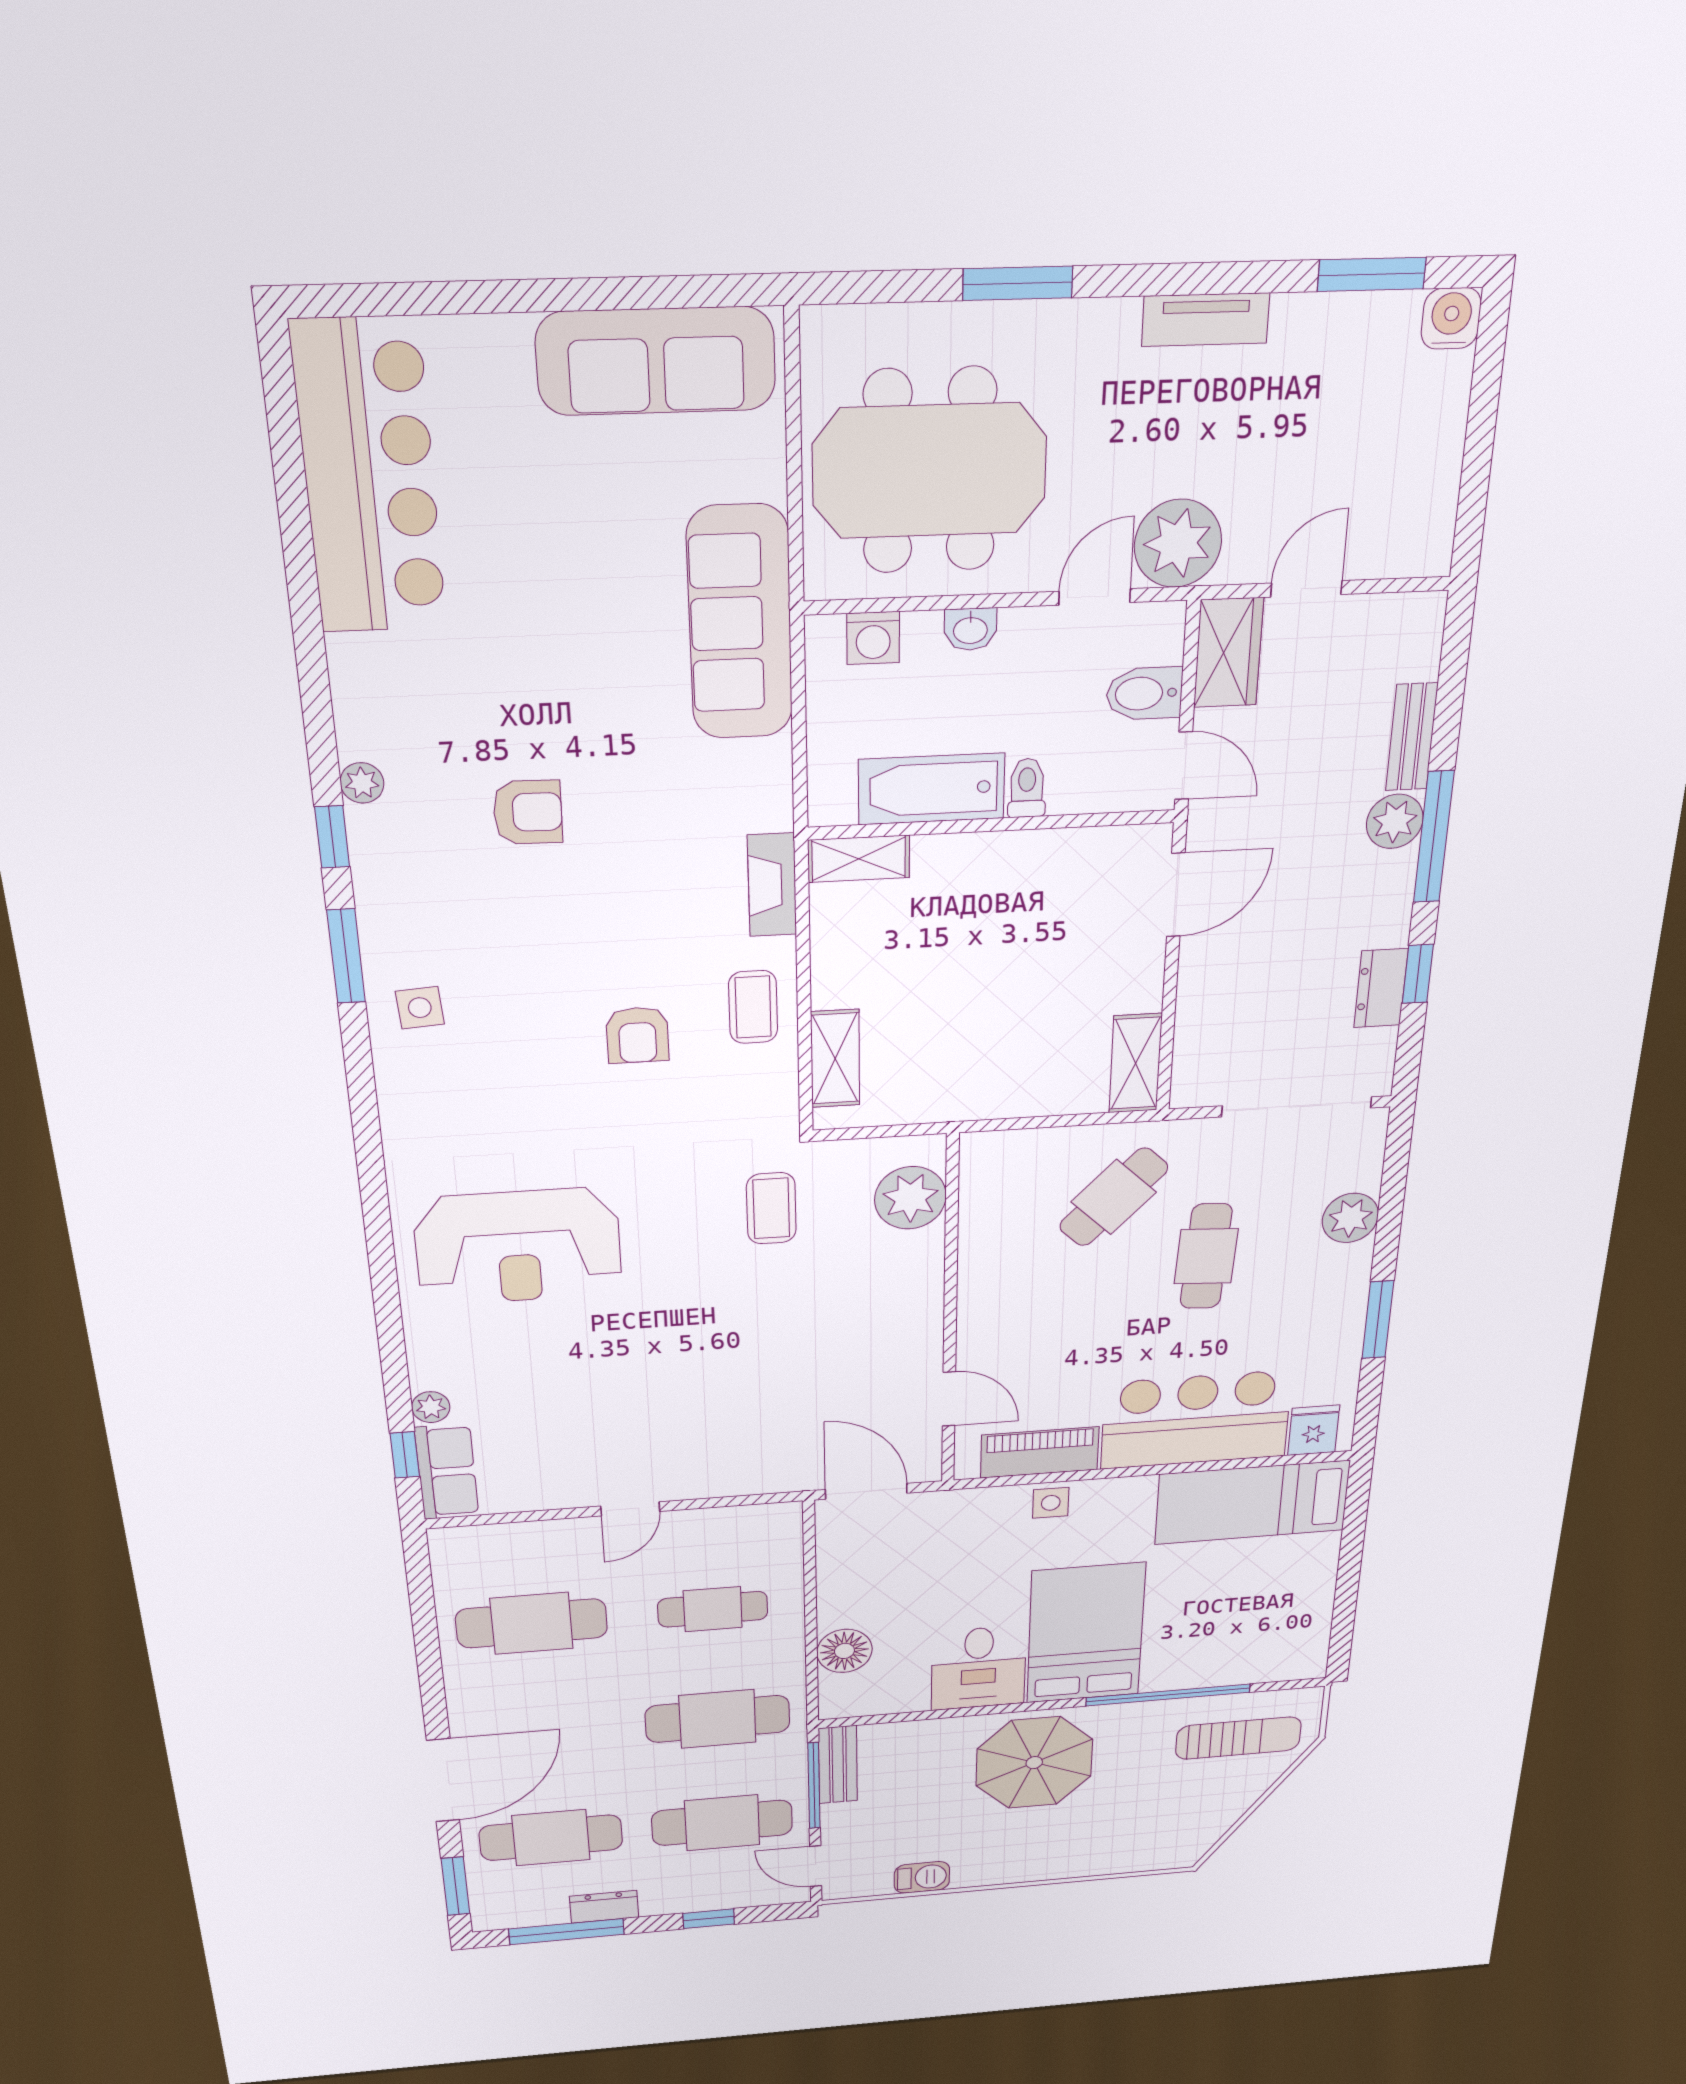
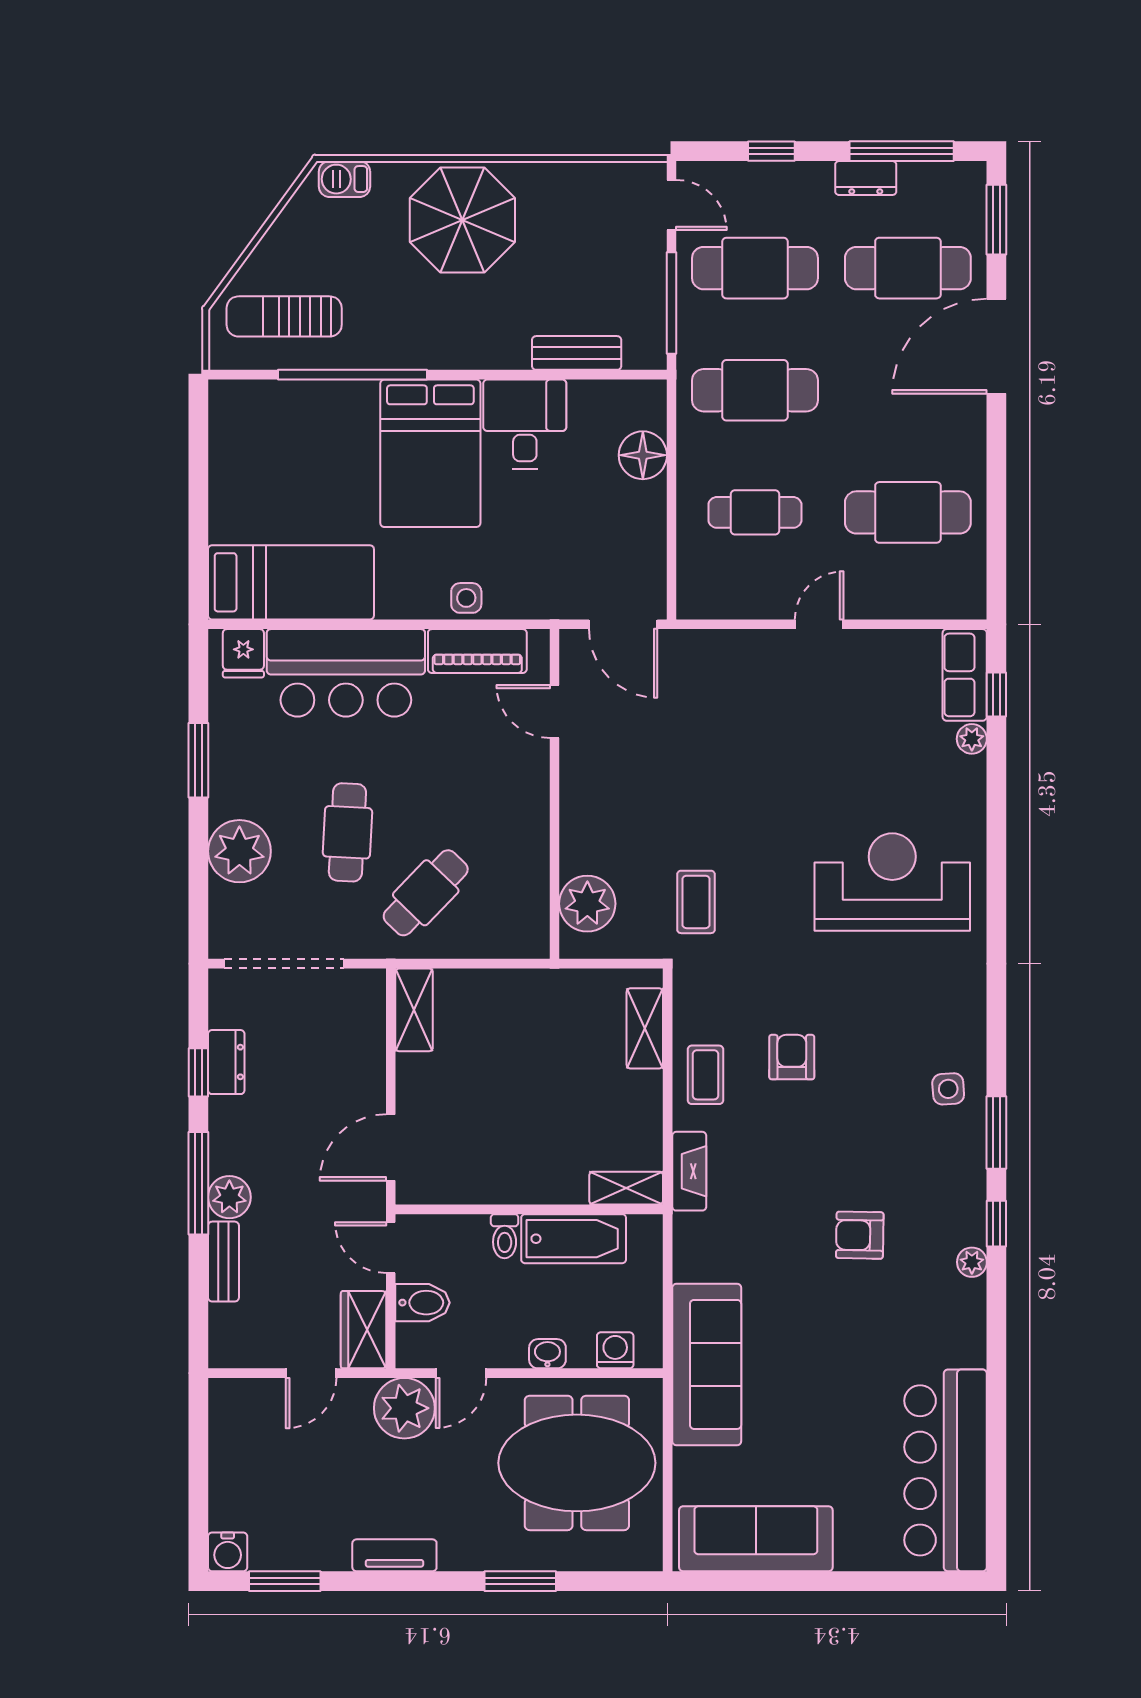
plant: (1350, 1218) -> (239, 851), width x1.36, depth x1.36
parasol: (1034, 1763) -> (462, 220), moved
bench: (838, 1765) -> (577, 353), moved, turned 90
barbecue: (922, 1877) -> (344, 179), moved

